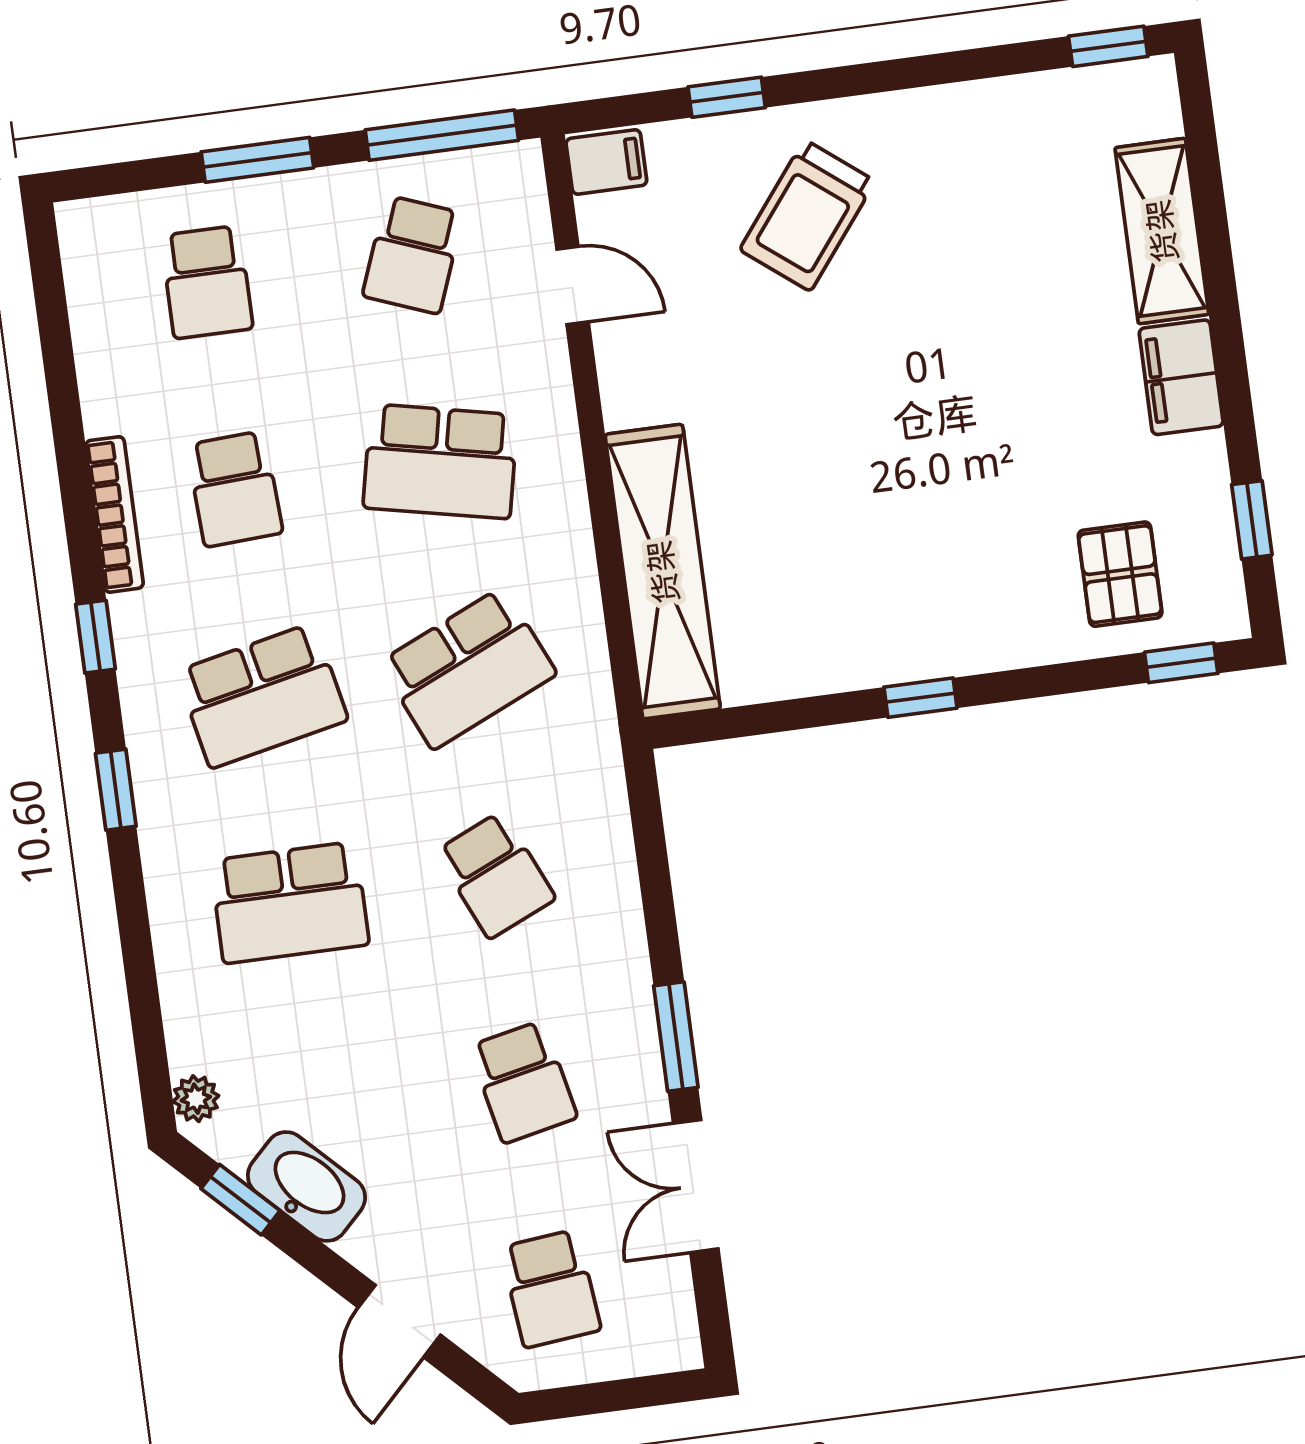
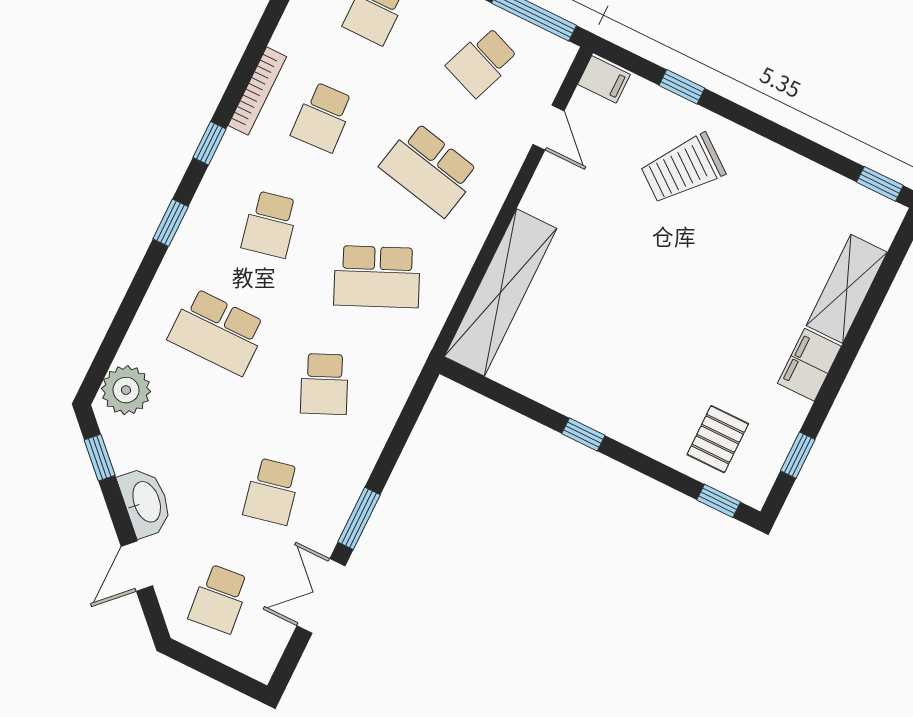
school desk: (262, 696) -> (270, 224), width x0.54
plant: (196, 1099) -> (126, 390), width x1.88, depth x1.88
washbasin: (307, 1186) -> (146, 502), moved

